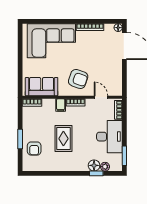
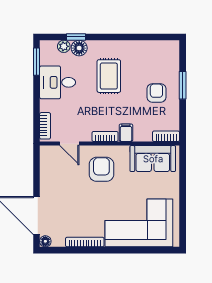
armchair: (78, 79) -> (101, 169), turned 71
desk: (109, 137) -> (58, 82), width x0.73
rug: (63, 139) -> (109, 76), moved
armchair: (34, 148) -> (156, 93), moved

